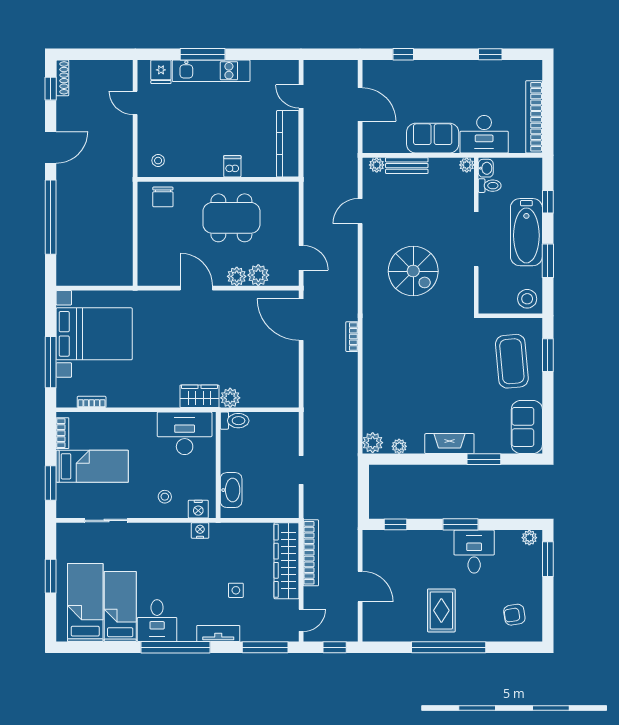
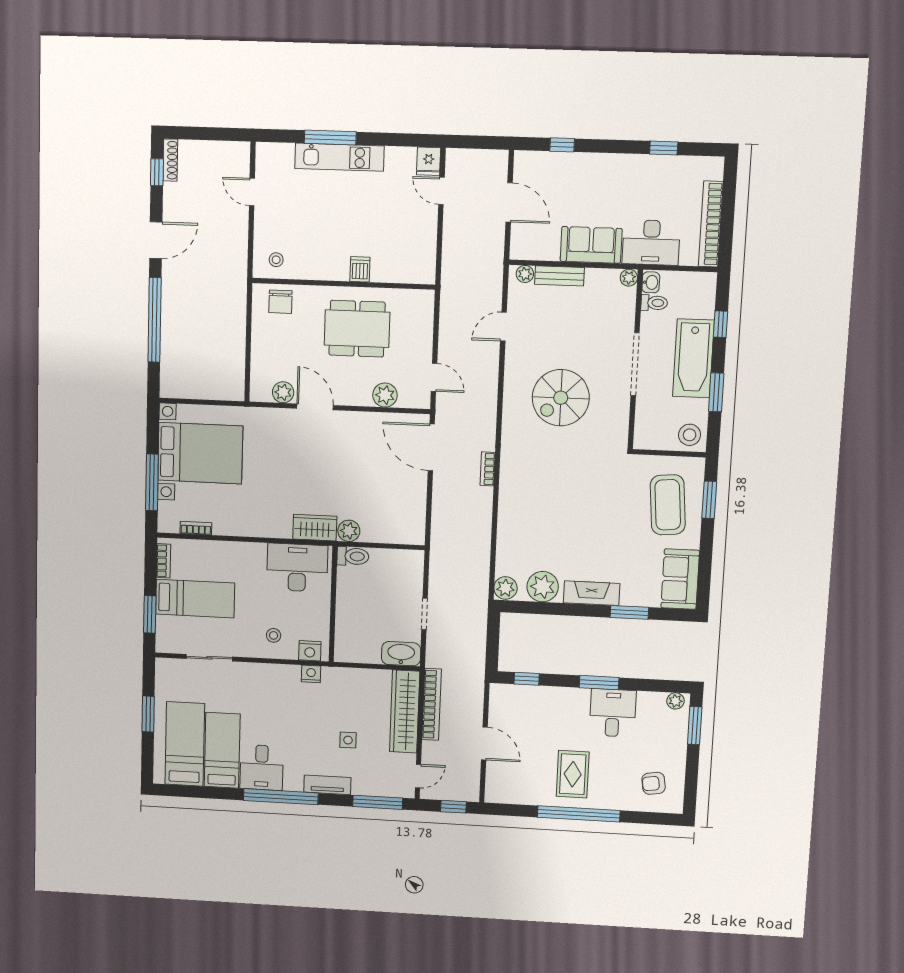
fridge: (161, 72) -> (429, 161), moved
kitchen counter: (288, 144) -> (424, 246), removed
spiral stairs: (413, 271) -> (561, 398), turned 90
plant: (237, 276) -> (283, 392), moved
plant: (399, 446) -> (543, 587), width x1.88, depth x1.88
washbasin: (231, 490) -> (401, 654), moved, turned -90

